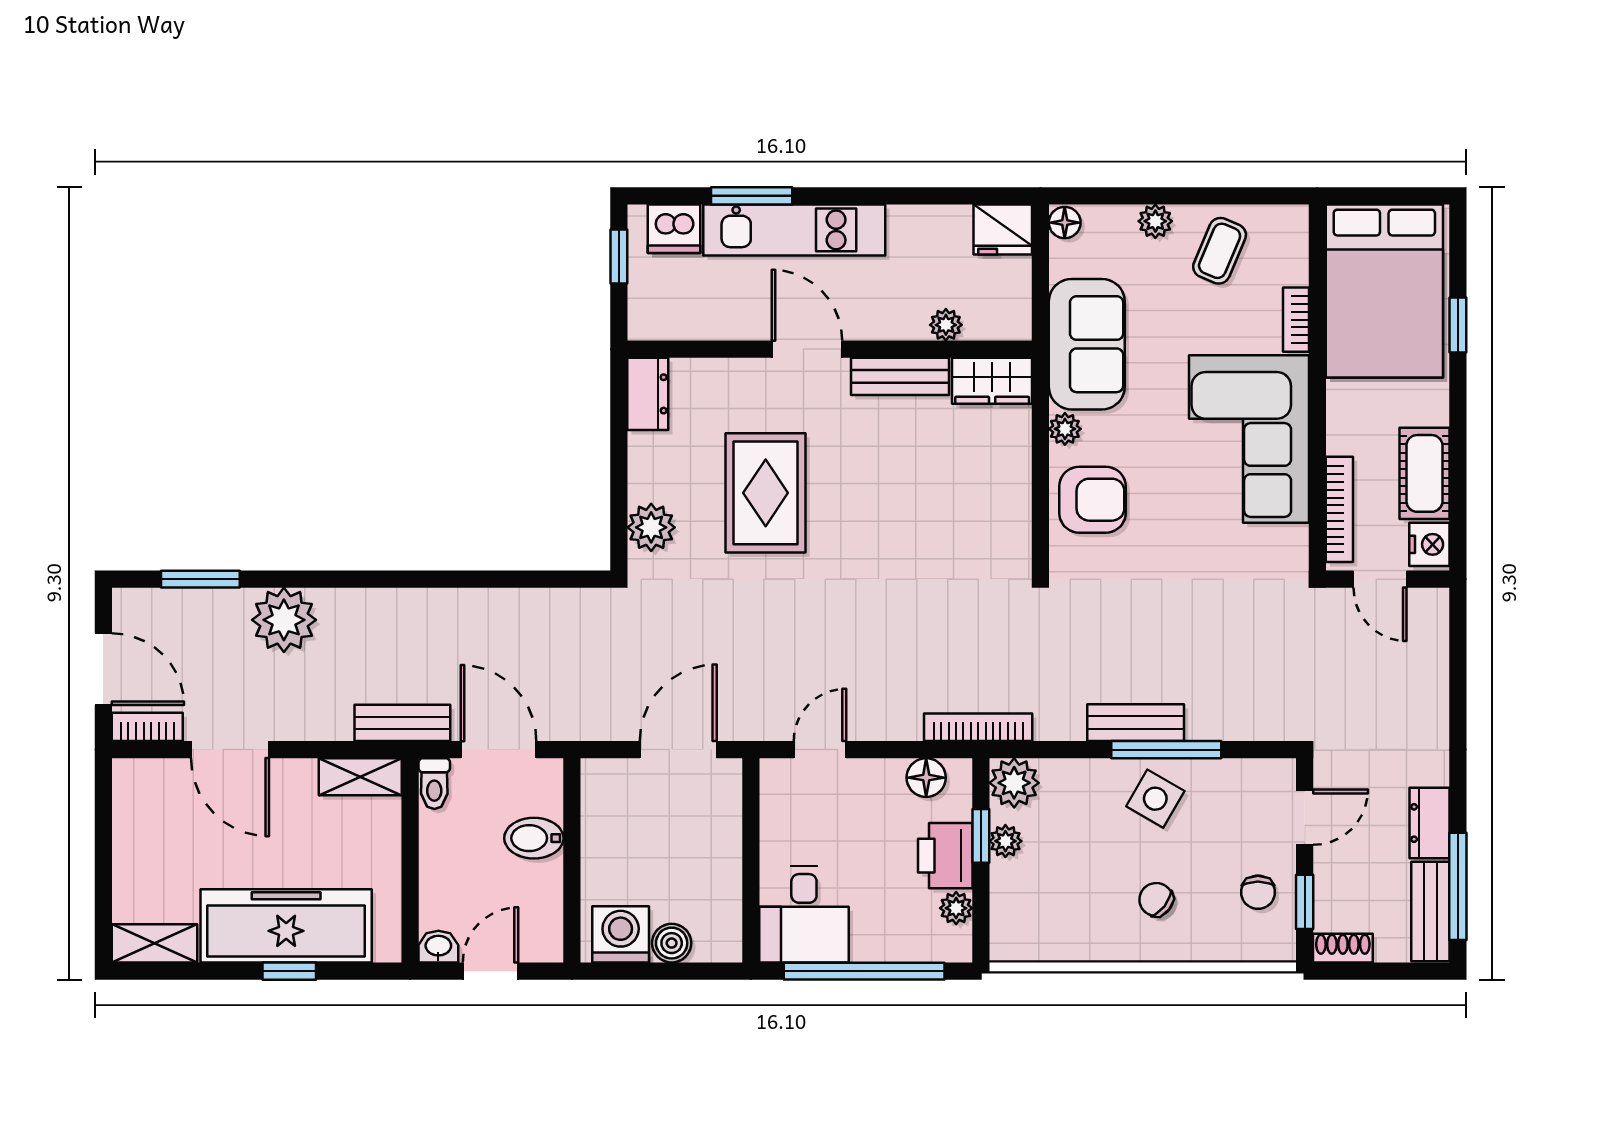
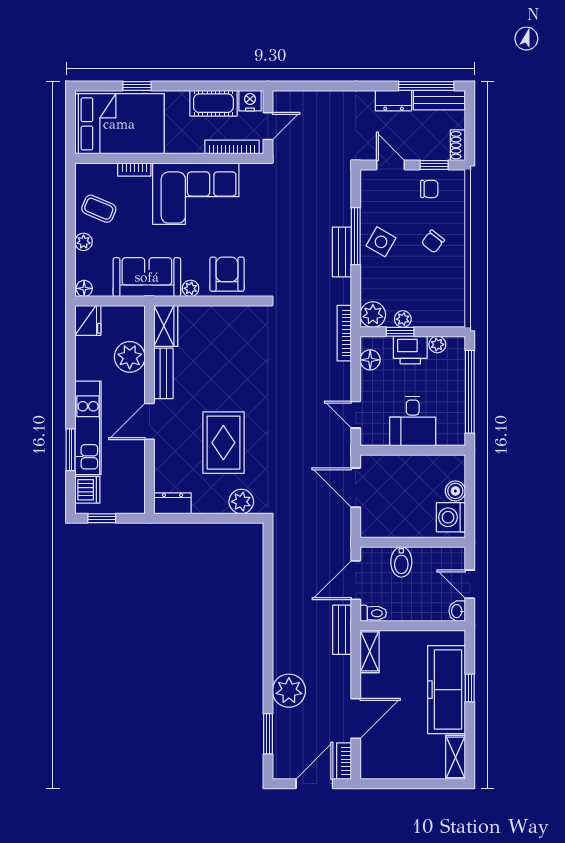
plant: (946, 325) -> (130, 357), width x1.88, depth x1.88
rug: (766, 493) -> (223, 443), turned 90
desk: (804, 914) -> (413, 421), moved, turned 90

